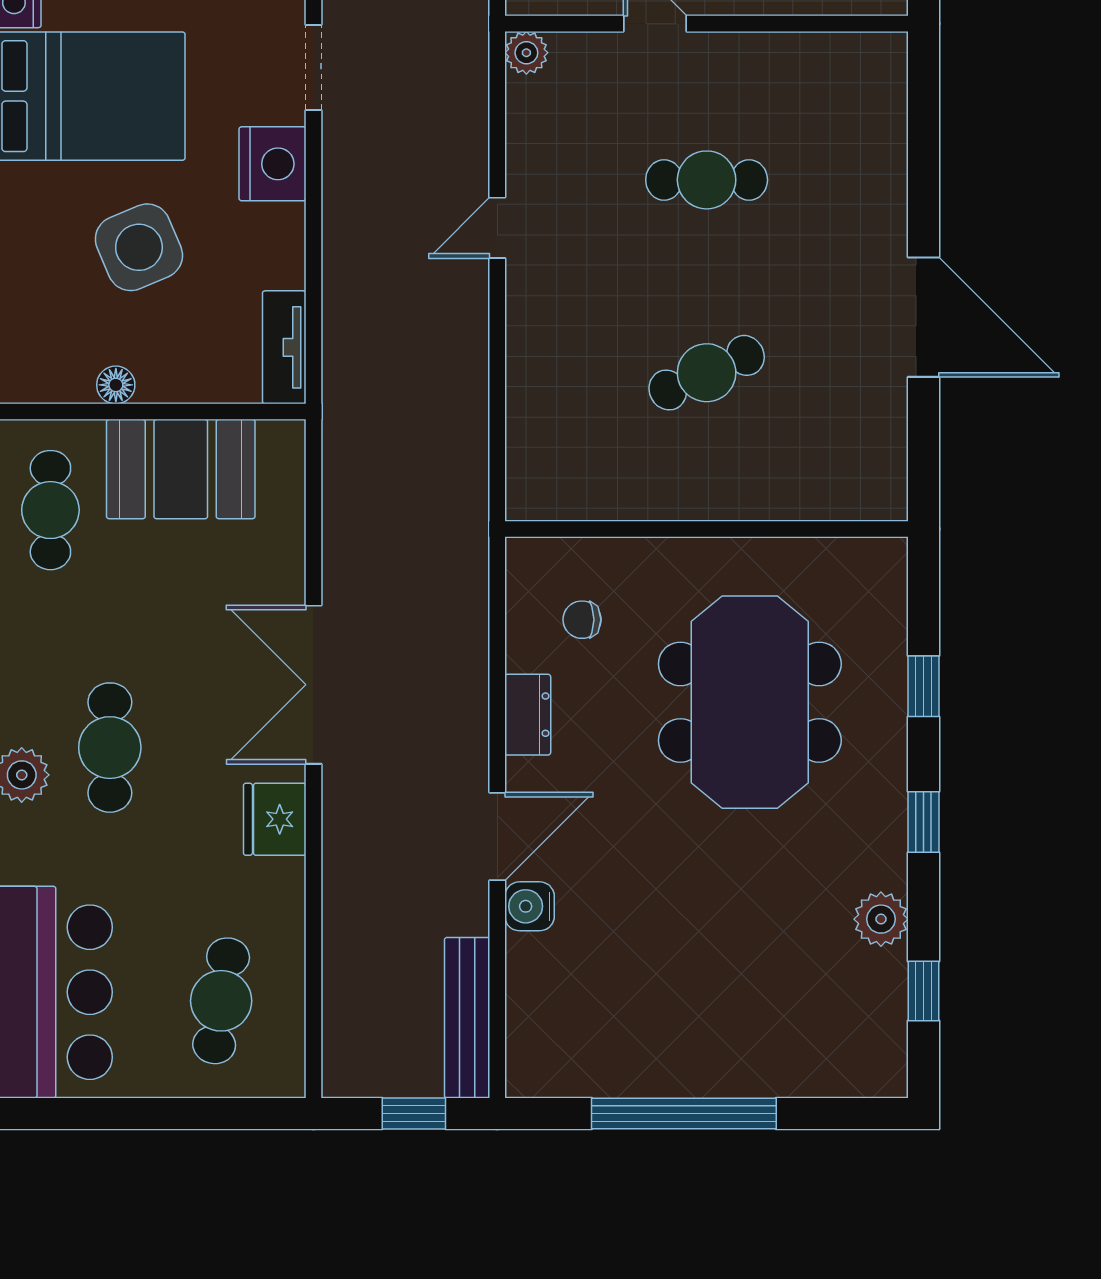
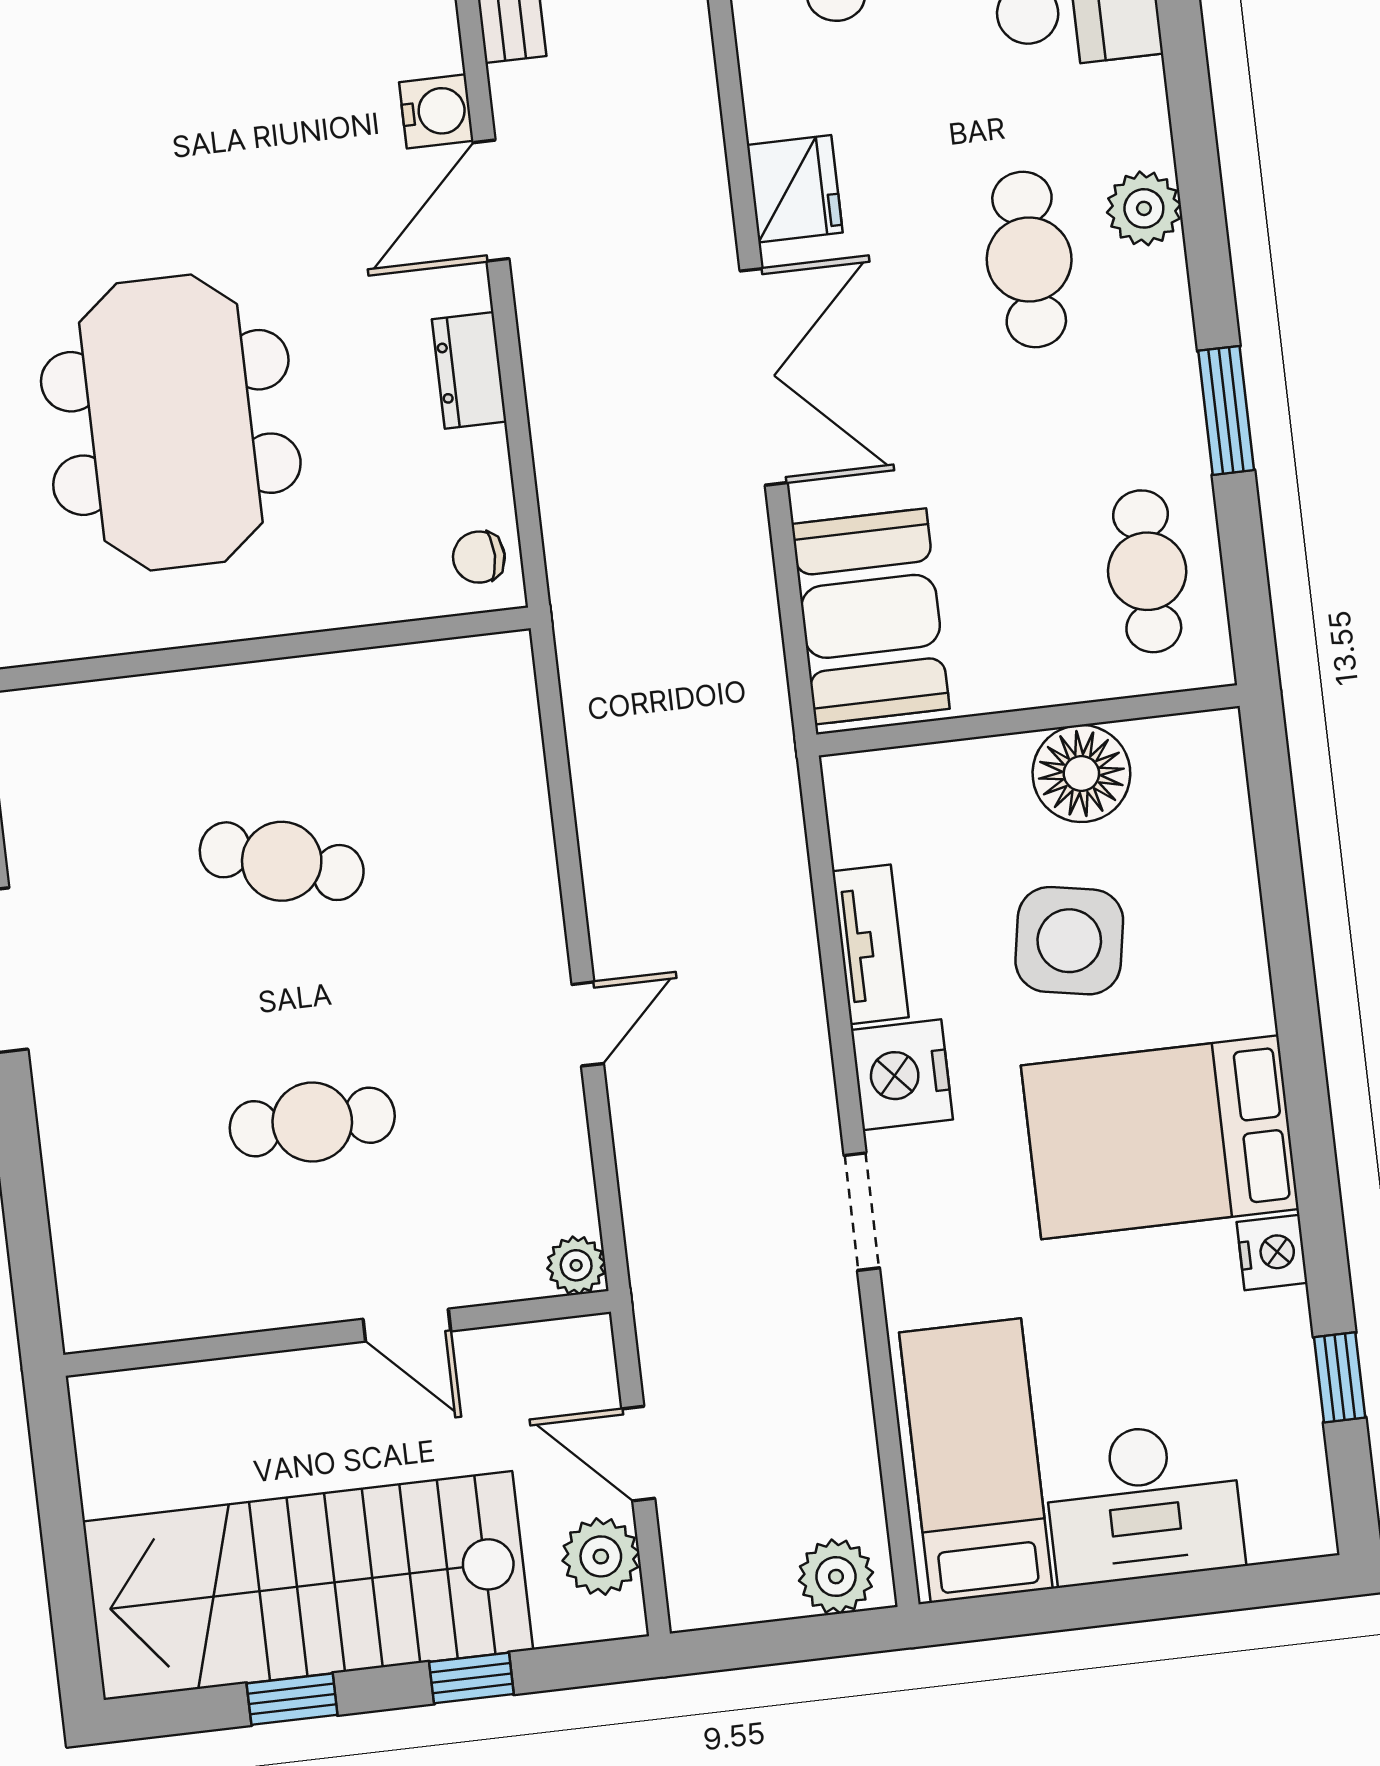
side table: (139, 247) -> (1069, 941), turned 33
tv unit: (284, 347) -> (870, 944), moved
cafe table: (707, 373) -> (282, 861), turned 42
floor lamp: (116, 385) -> (1081, 774), width x1.89, depth x1.89
booth: (181, 469) -> (871, 616), moved, turned 90
chair: (582, 620) -> (479, 557), moved, turned 180

